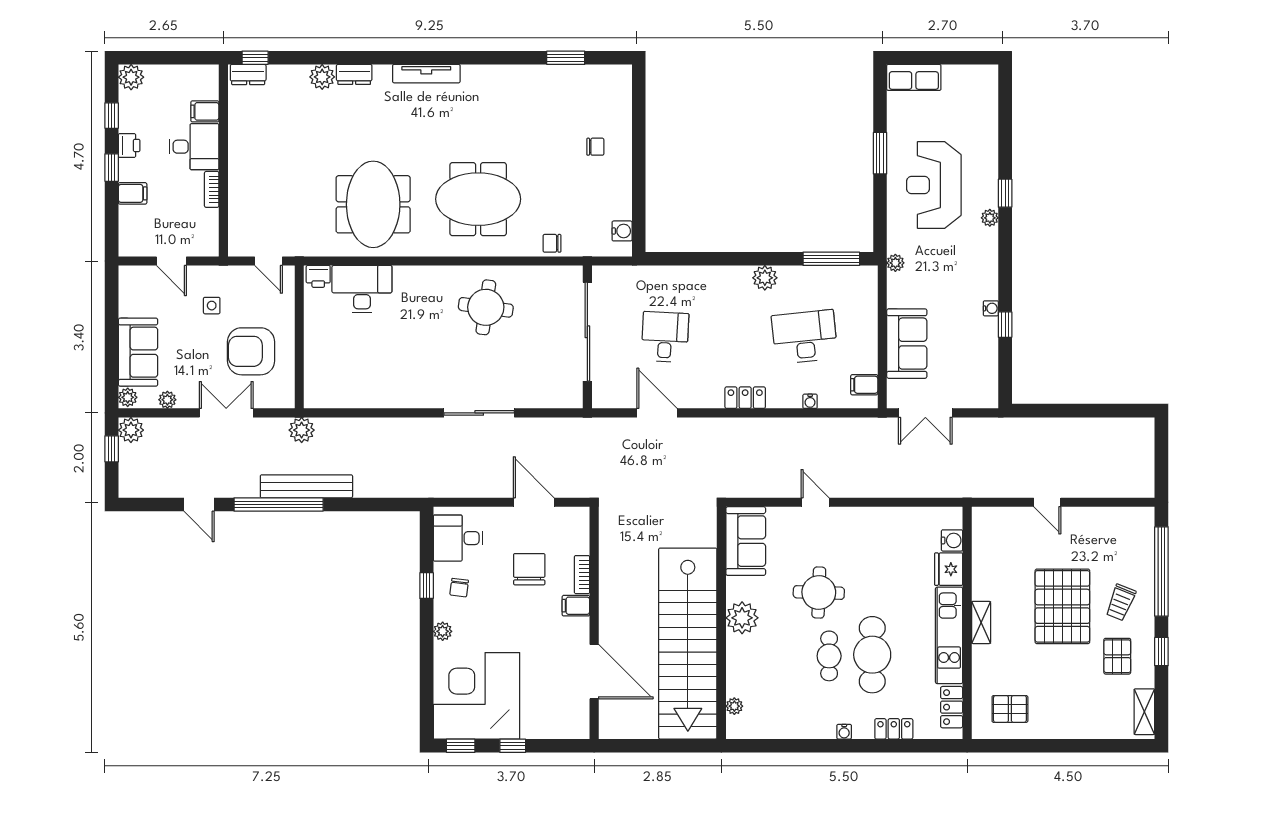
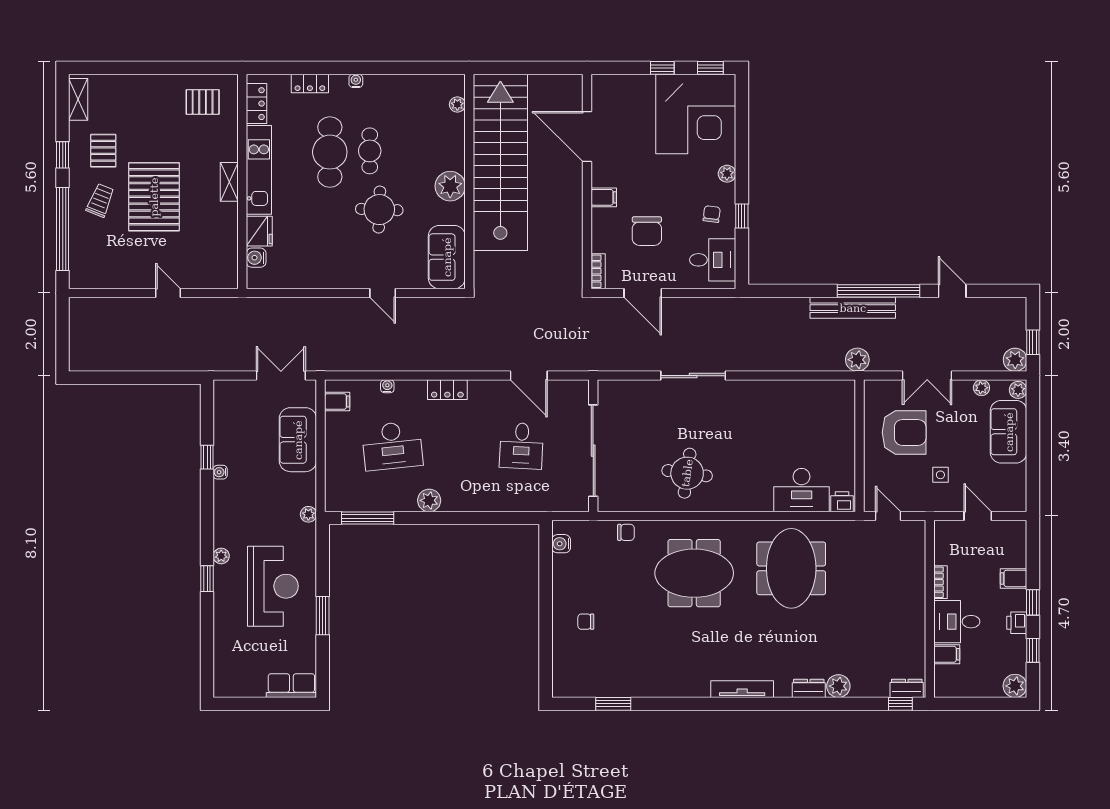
bookcase: (582, 575) -> (598, 271), moved

